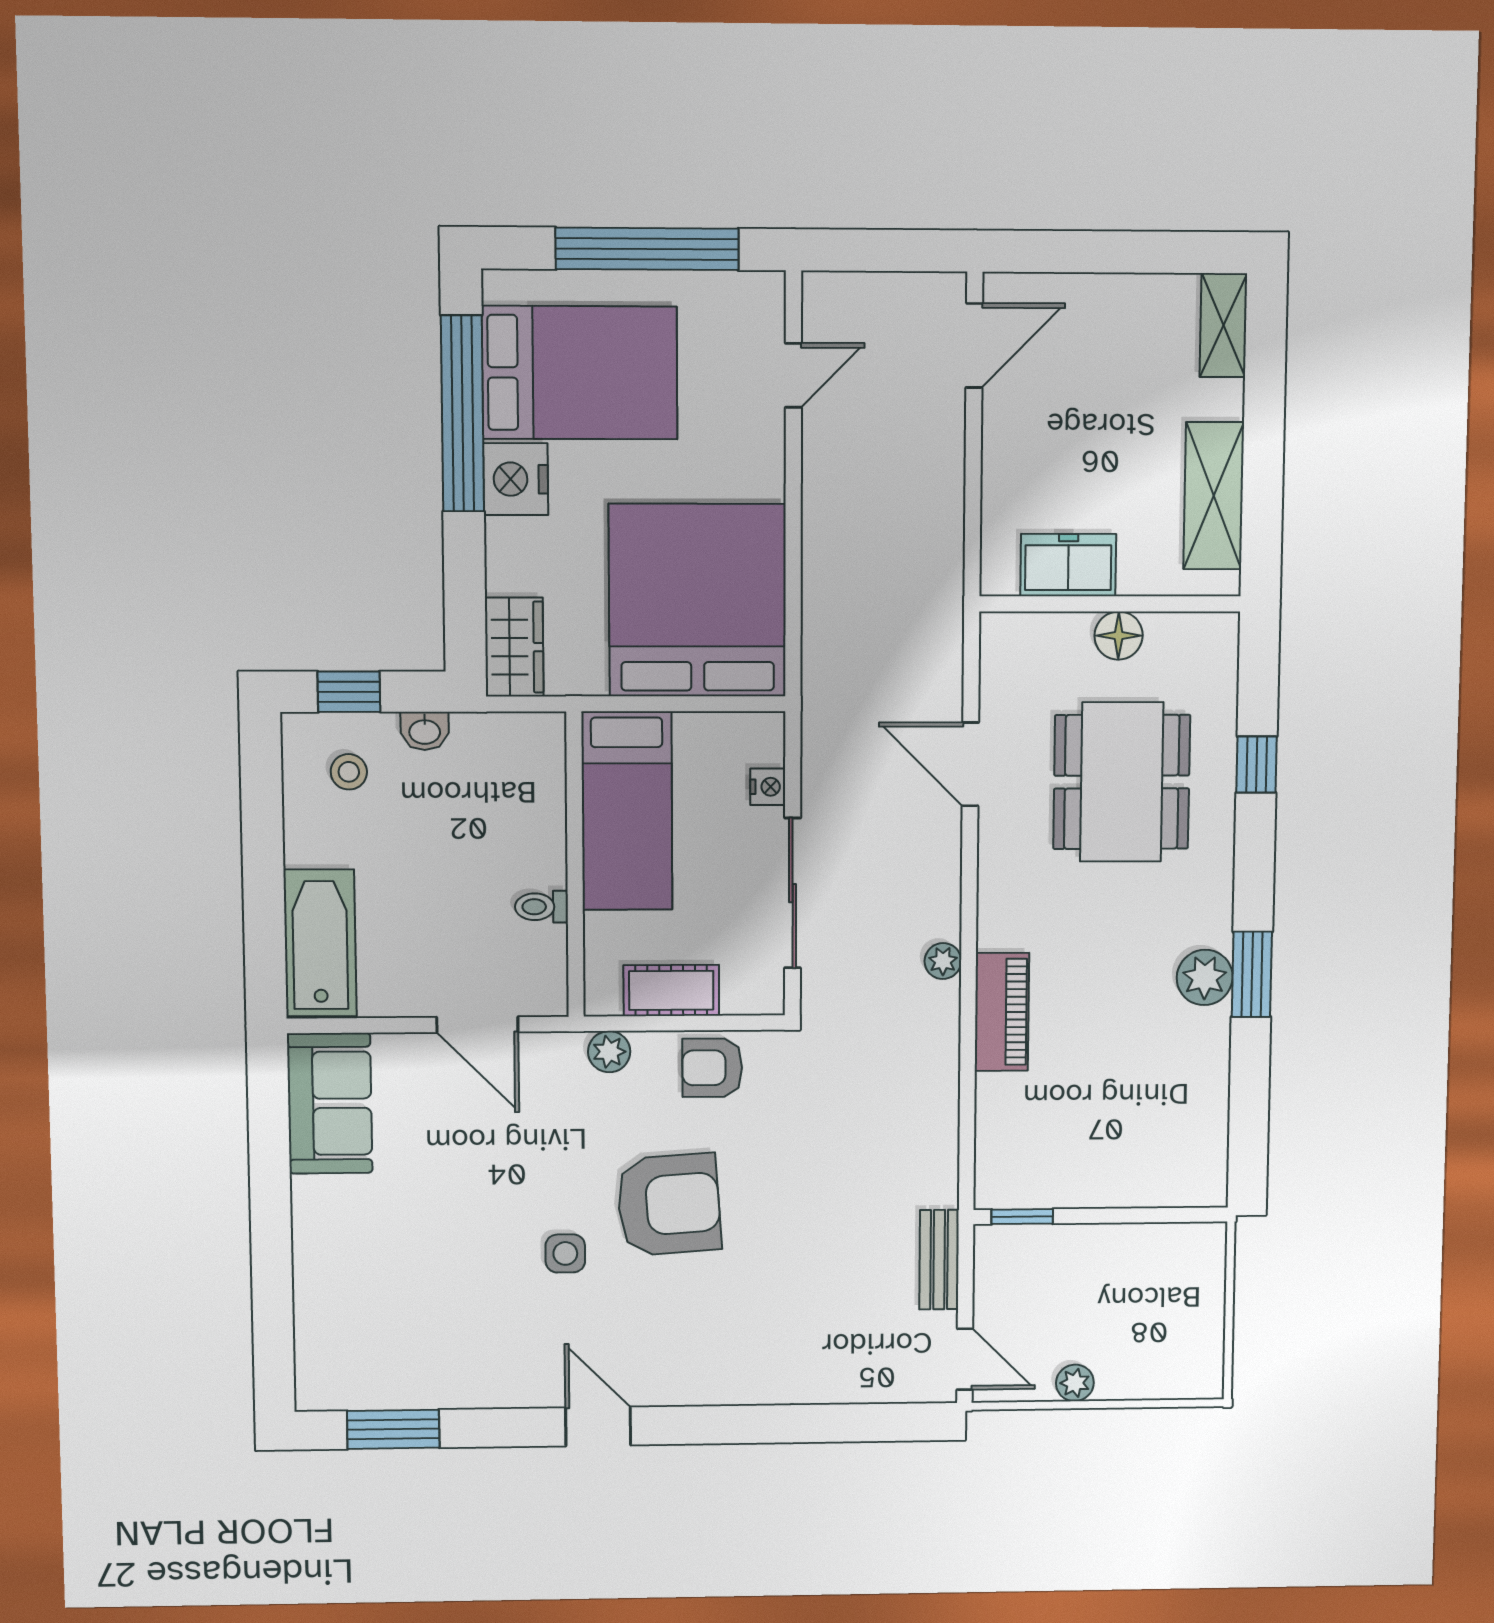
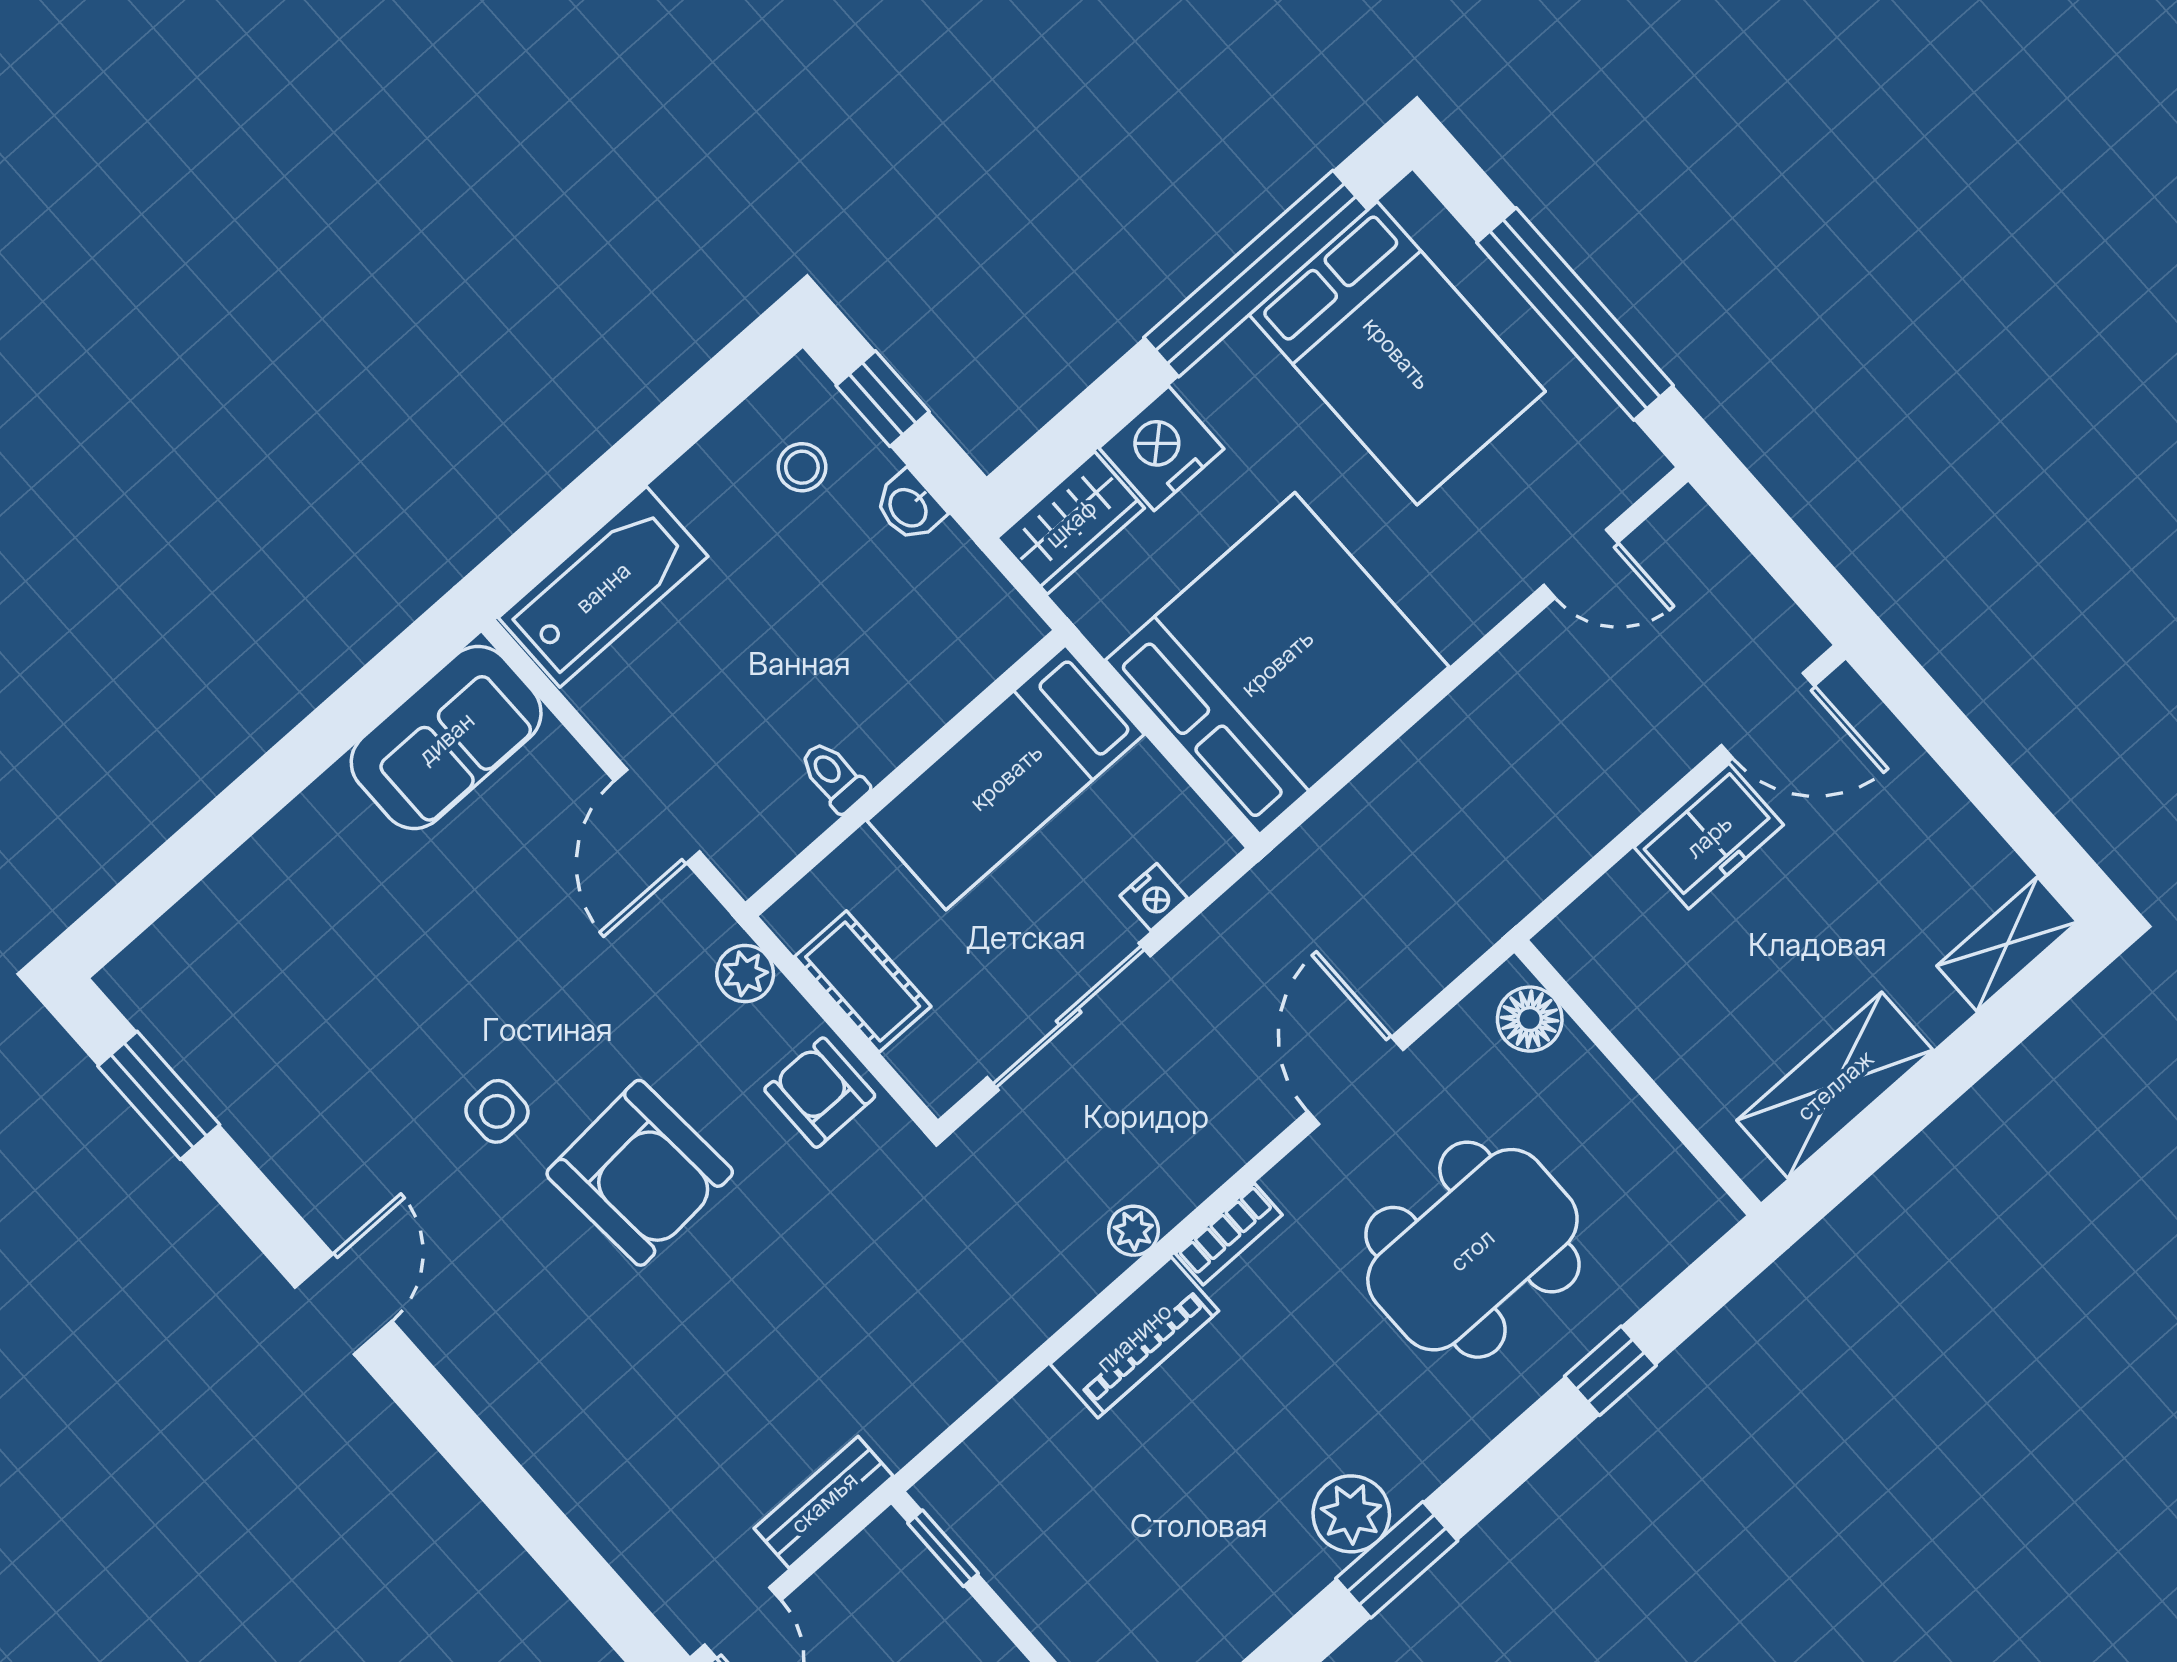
nightstand: (516, 479) -> (1161, 448), moved
freezer: (1068, 565) -> (1709, 836), moved, turned 90
floor lamp: (1119, 636) -> (1530, 1019), moved
bookcase: (992, 910) -> (1229, 1234), added

